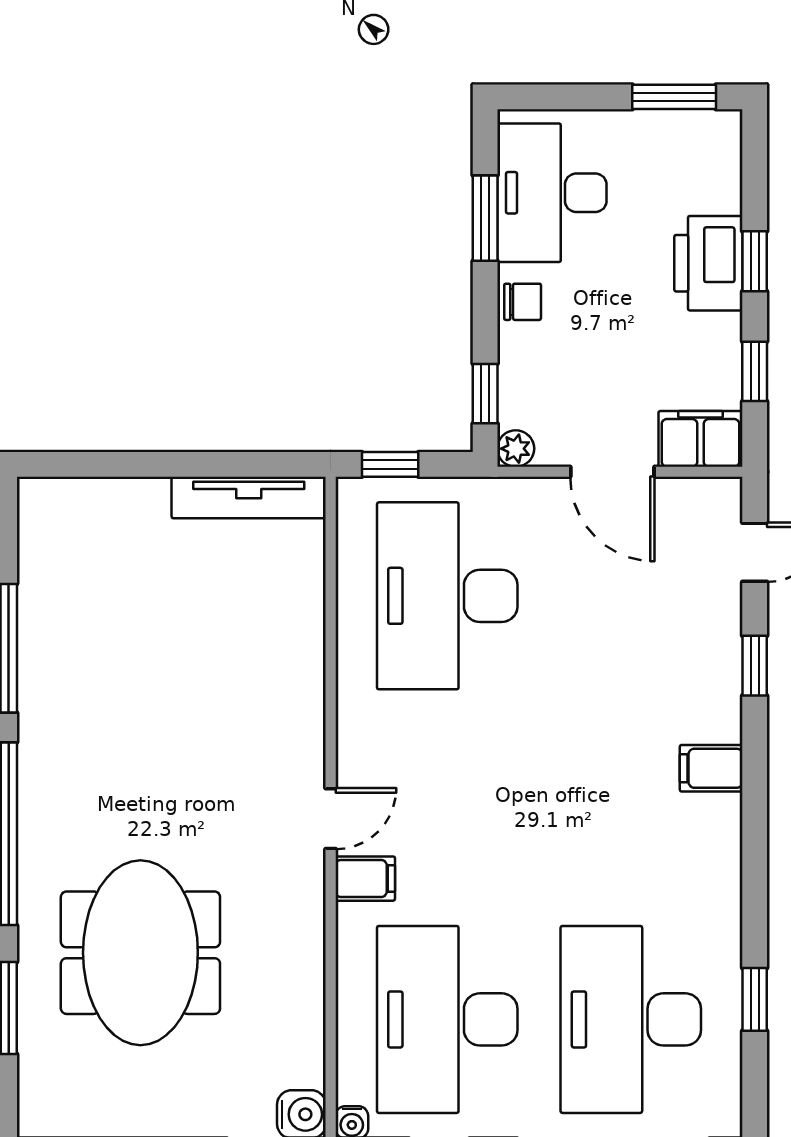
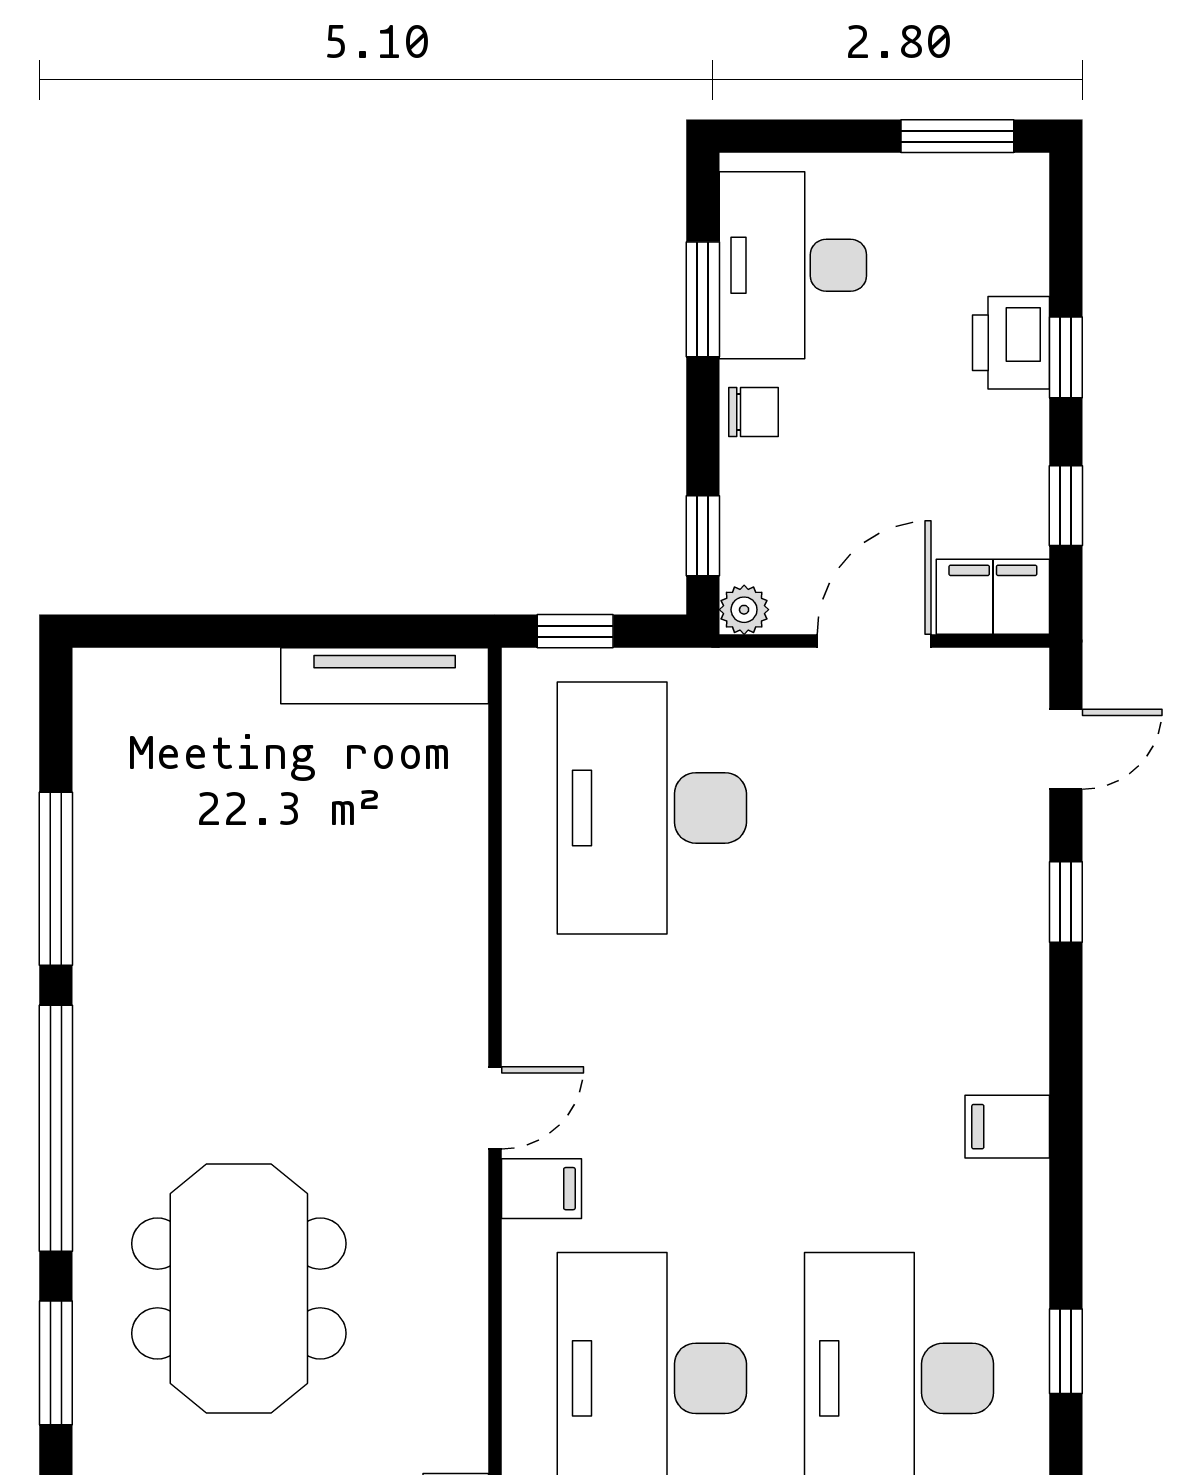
printer: (708, 263) -> (1011, 343), width x0.73, depth x0.84
door: (612, 472) -> (874, 641), swing flipped
filing cabinet: (711, 768) -> (1007, 1127), moved

